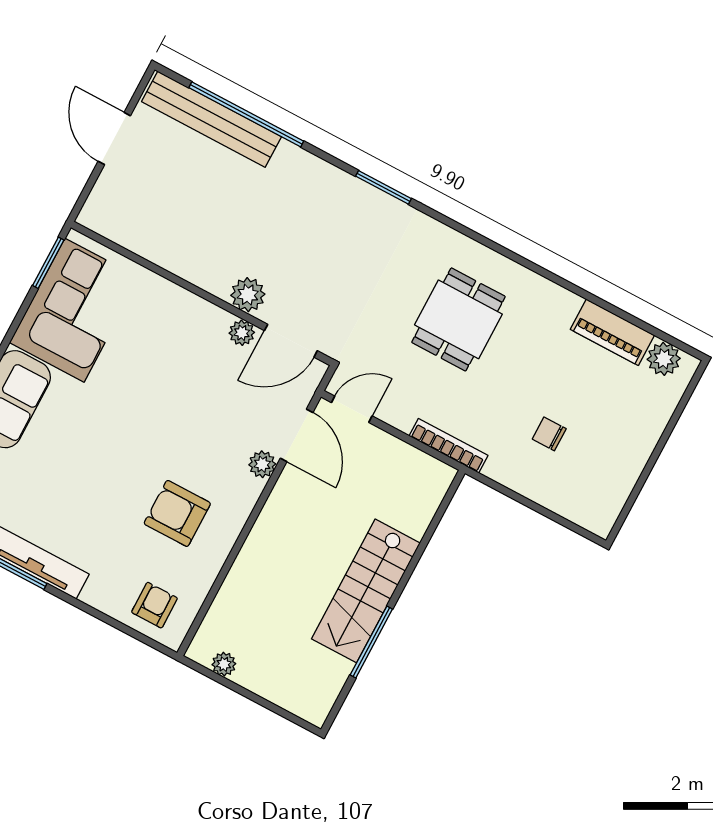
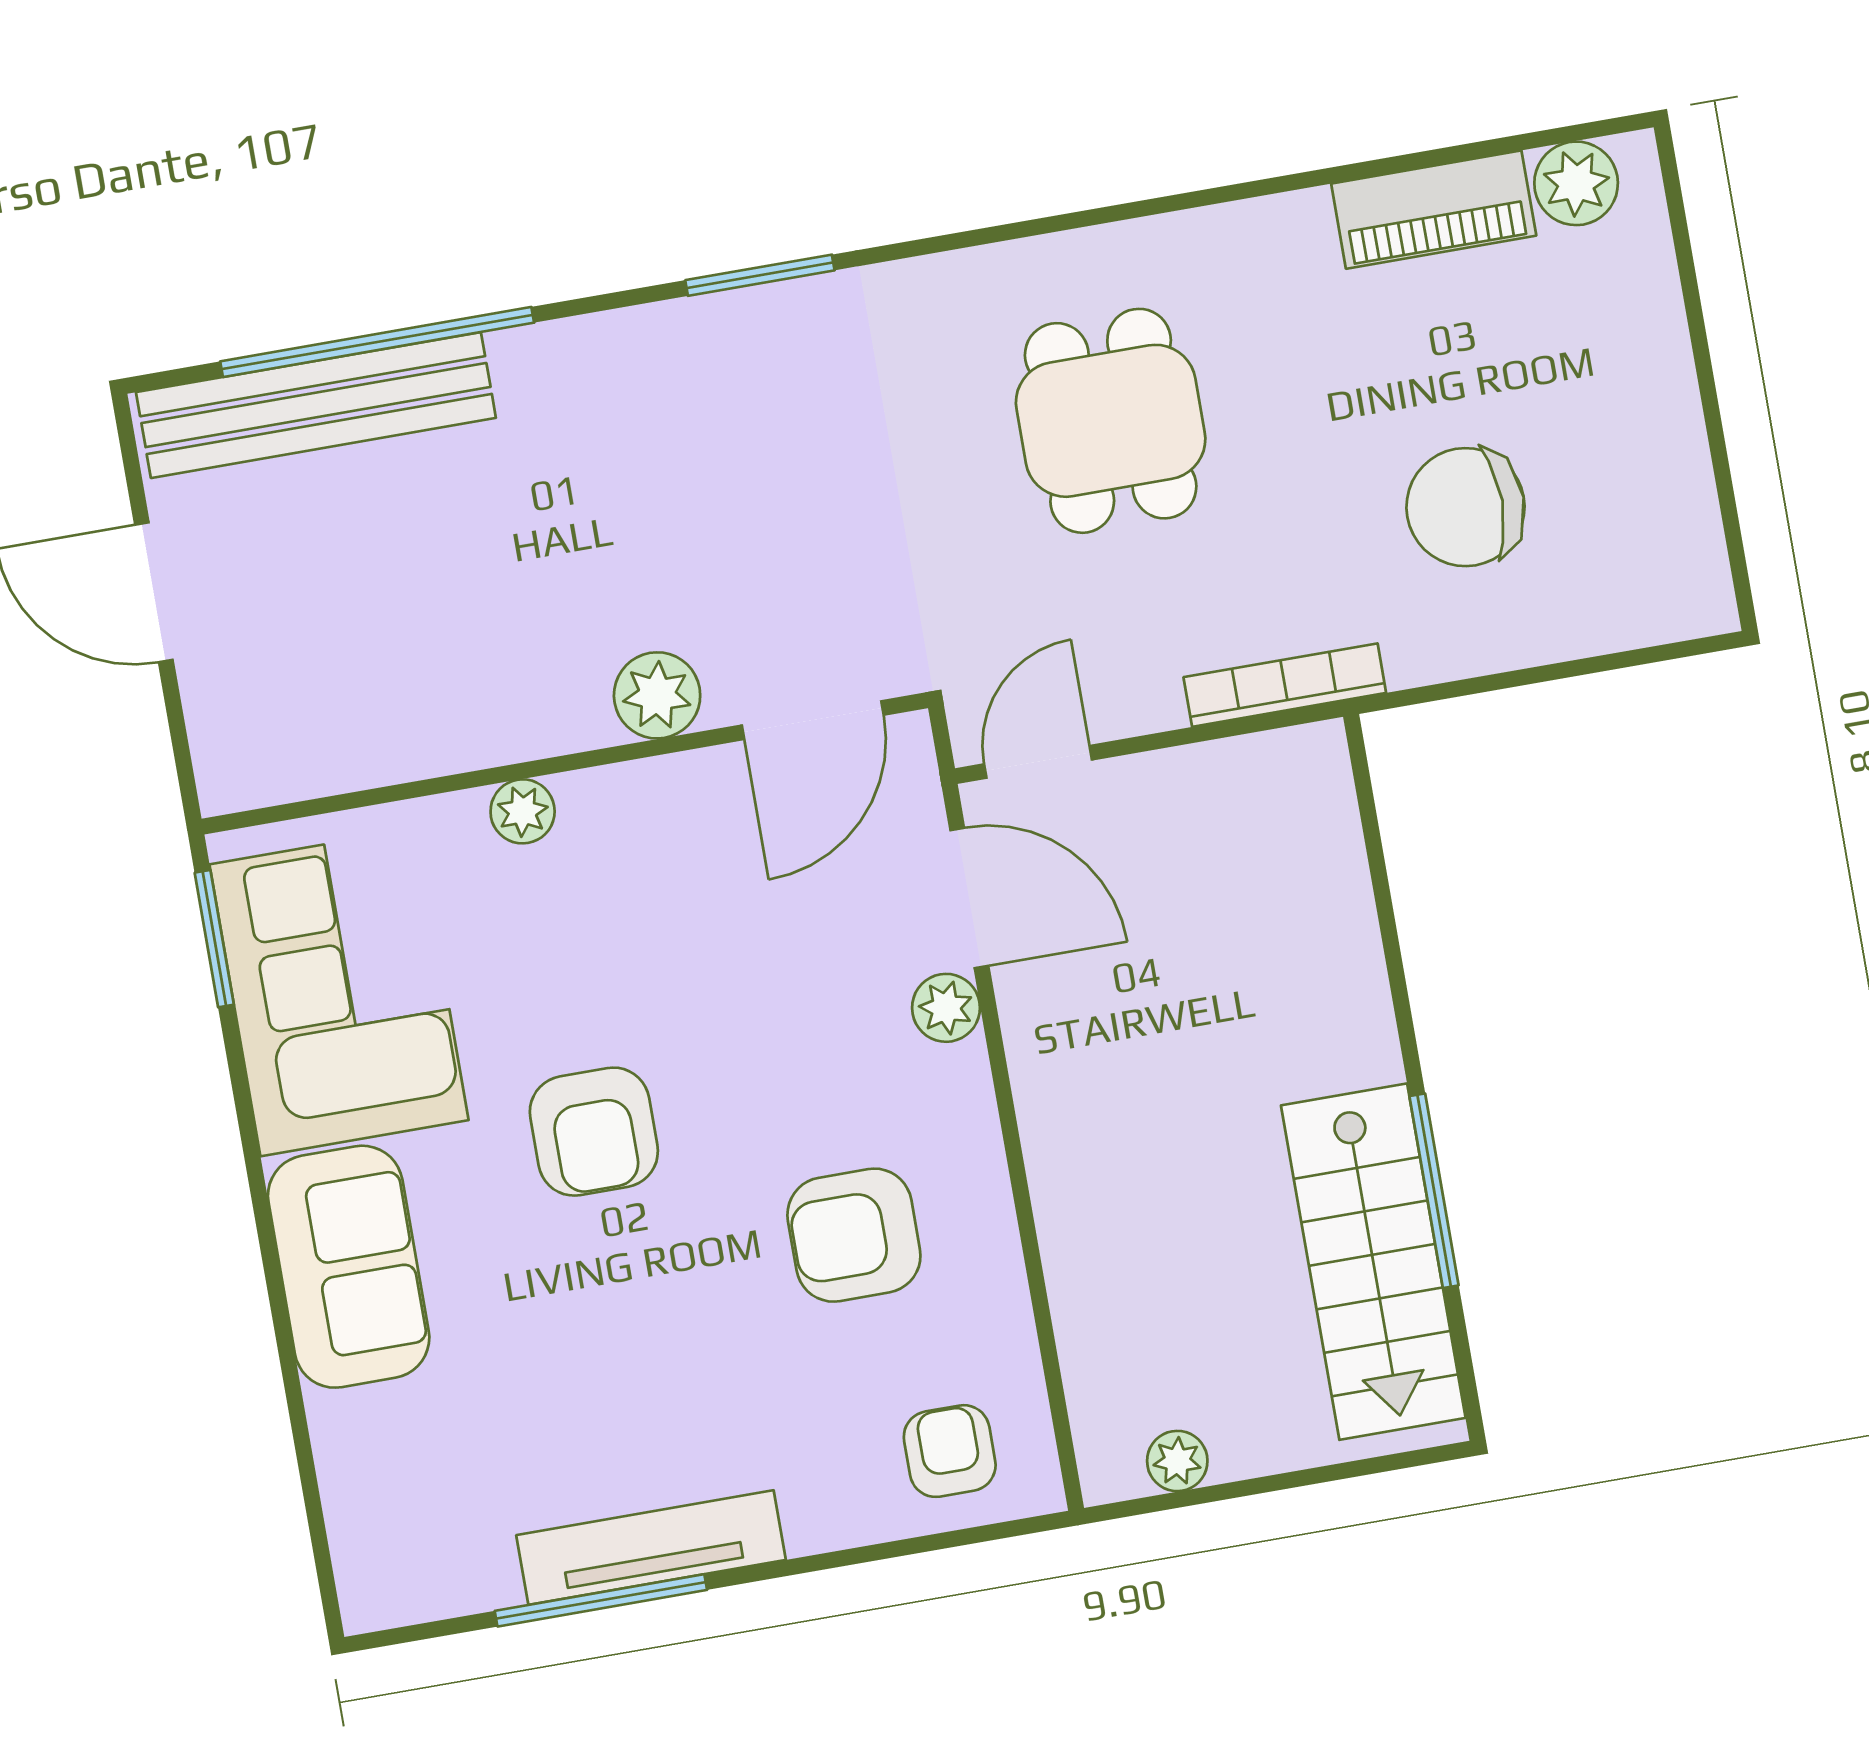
plant: (242, 333) -> (523, 811), moved
armchair: (121, 417) -> (594, 1132), added
chair: (549, 434) -> (1465, 507), width x1.87, depth x1.87
stairs: (366, 591) -> (1373, 1262), moved

